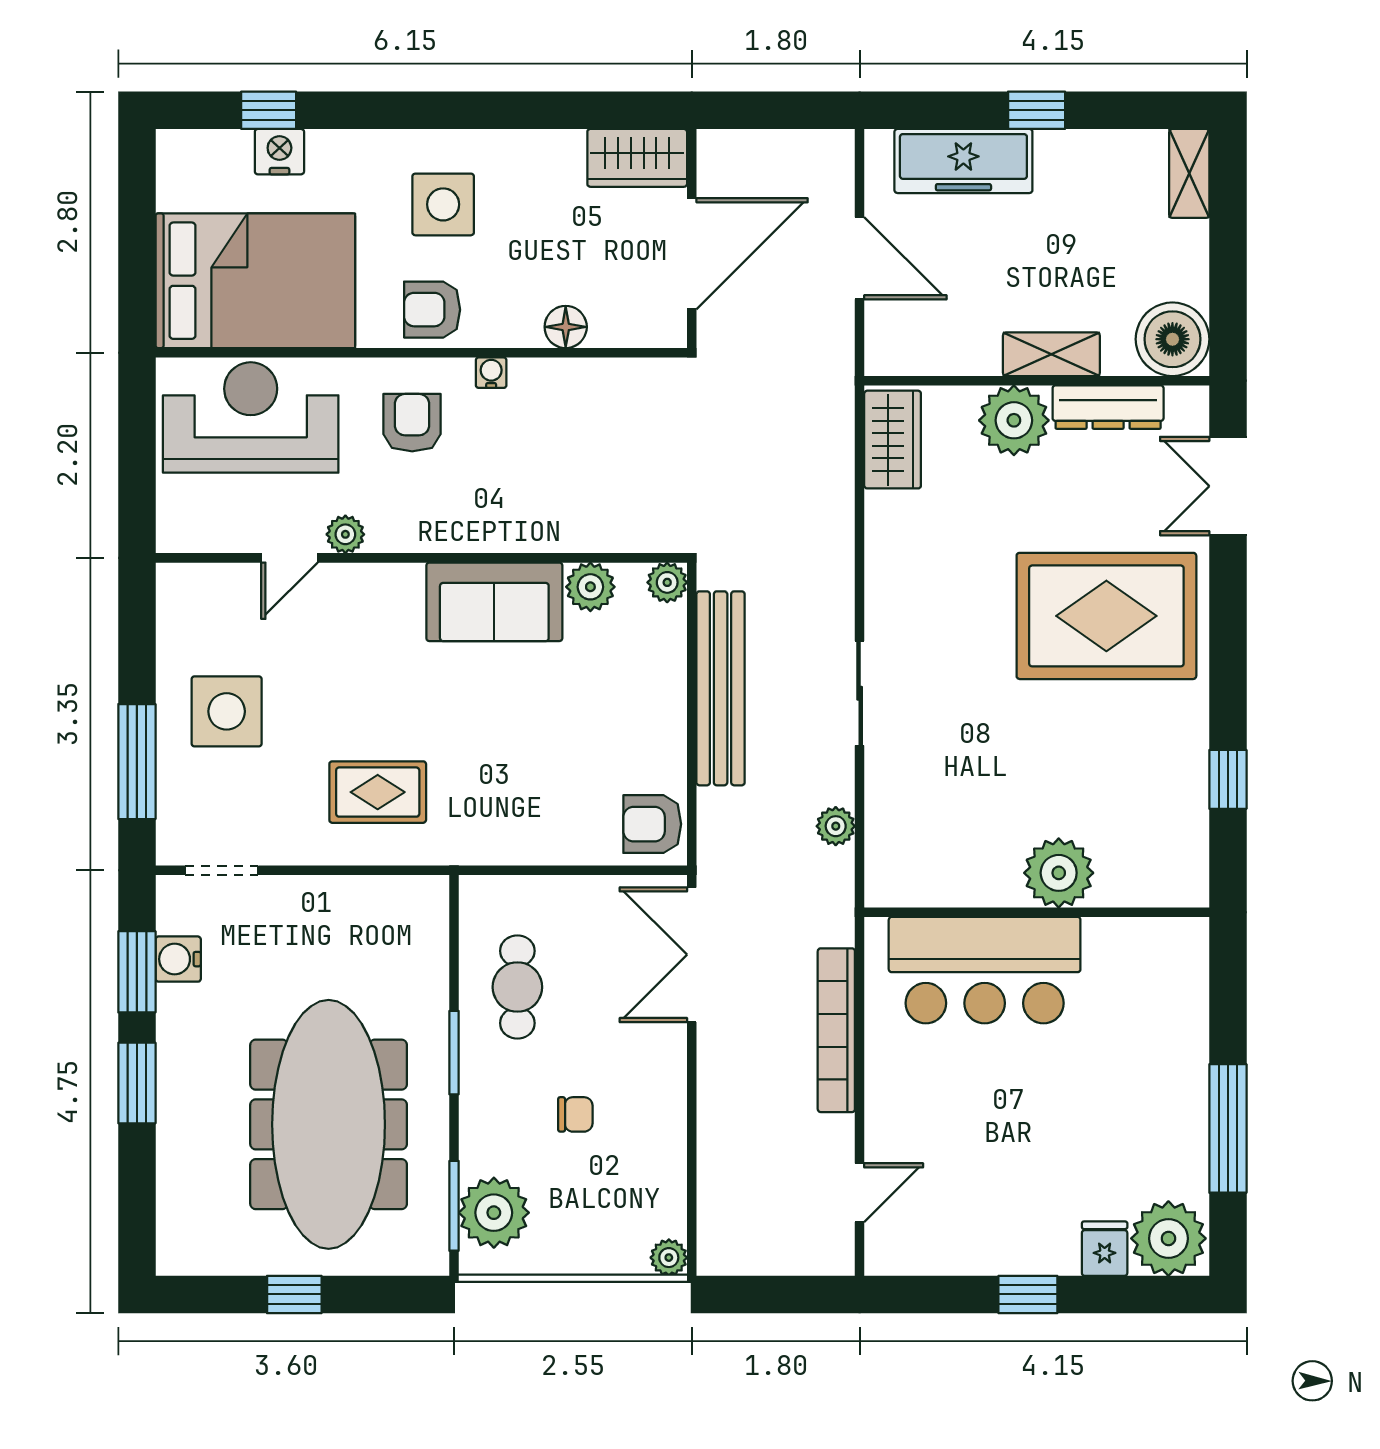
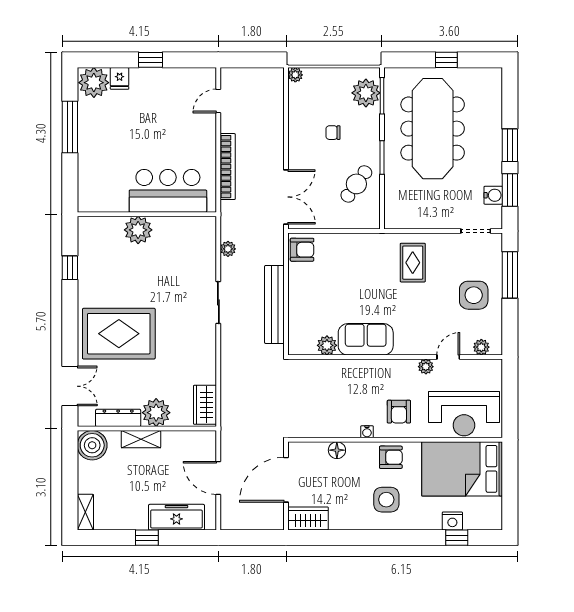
plant: (667, 582) -> (481, 347), moved
rug: (378, 792) -> (413, 263), turned 90
cafe table: (517, 987) -> (356, 184), turned 36

